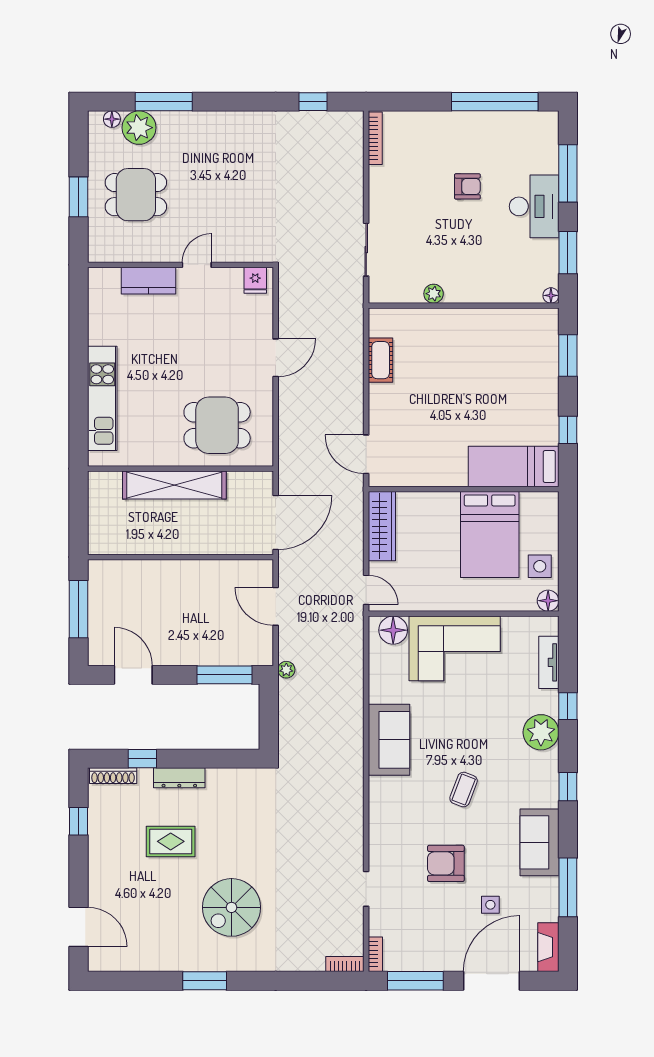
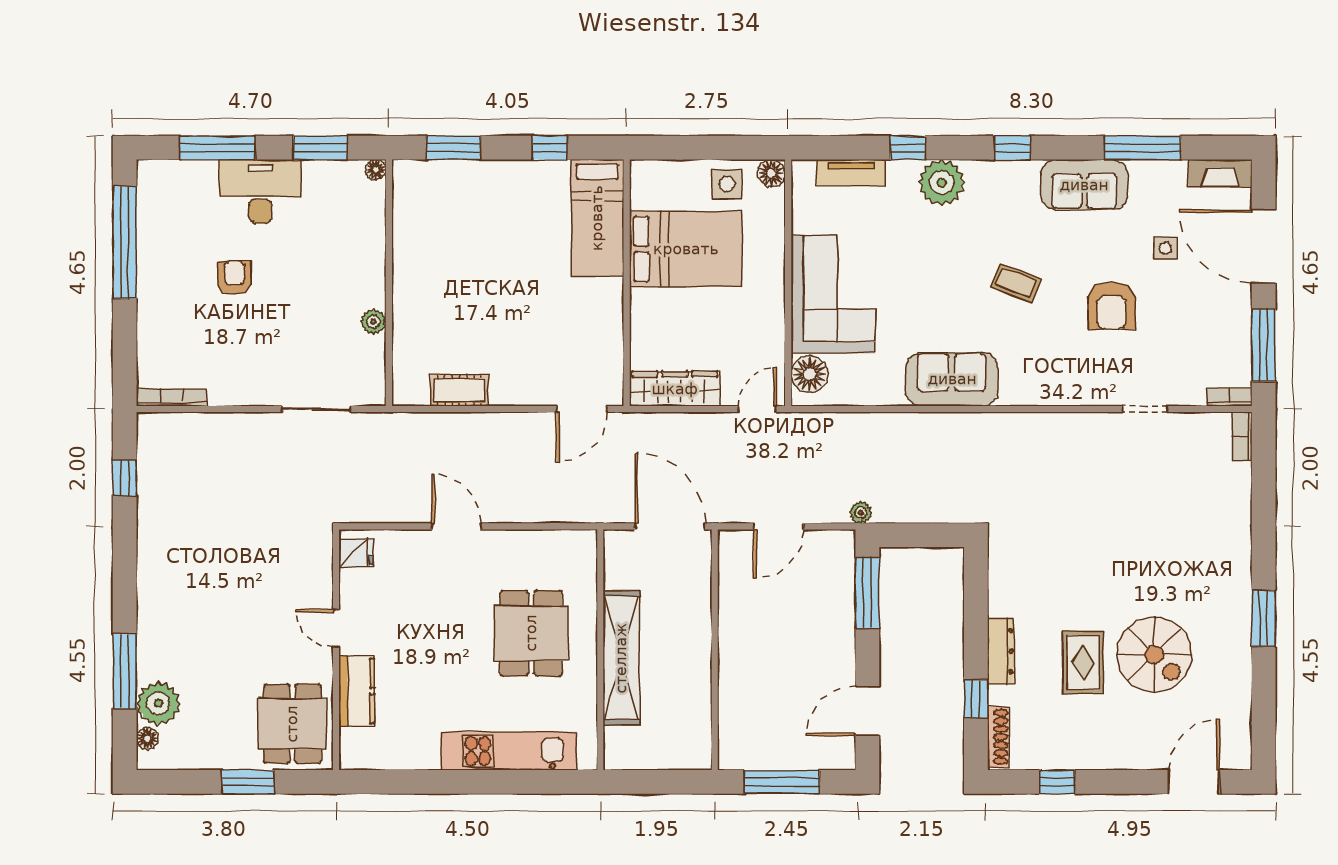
dining table: (136, 195) -> (292, 724), moved
dining table: (217, 425) -> (531, 633), moved
spiral stairs: (231, 907) -> (1154, 655), moved

